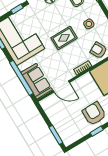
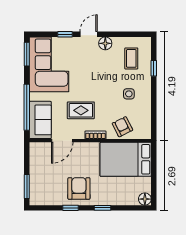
rug: (64, 38) -> (81, 110), moved
door: (61, 87) -> (62, 141), hinge flipped

